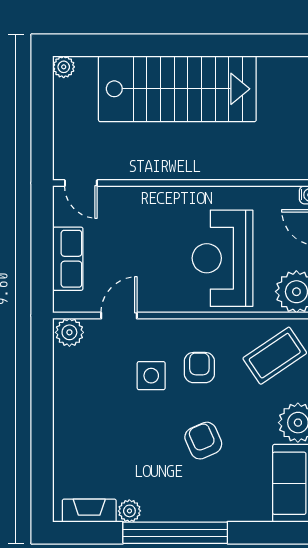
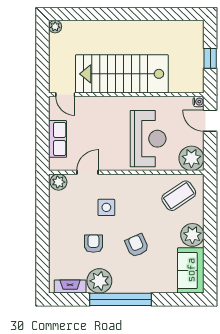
stairs: (177, 89) -> (122, 74), moved, turned 180
reception desk: (222, 258) -> (148, 139), turned 180
armchair: (199, 368) -> (93, 244), moved
plant: (129, 511) -> (99, 281), width x1.87, depth x1.87

